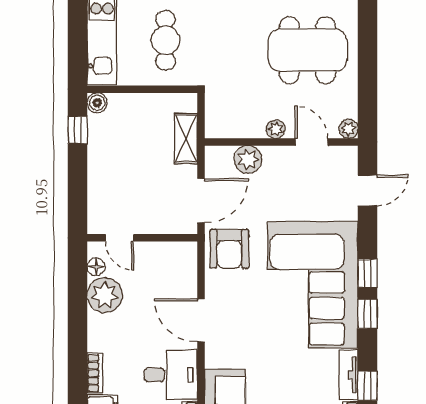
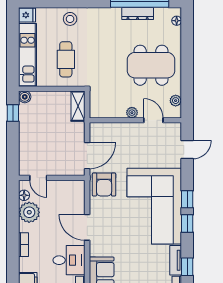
plant: (348, 129) -> (176, 101), moved
shelving: (186, 138) -> (78, 106), moved
plant: (248, 159) -> (115, 131), removed
bookcase: (95, 373) -> (24, 245), moved

